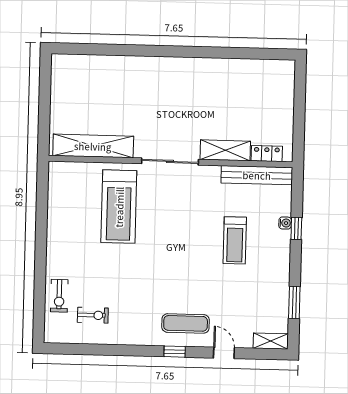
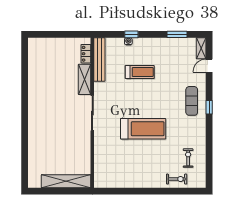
shelving: (93, 146) -> (66, 181), moved, turned 90
treadmill: (119, 207) -> (143, 129), moved
door: (224, 353) -> (209, 66), moved

